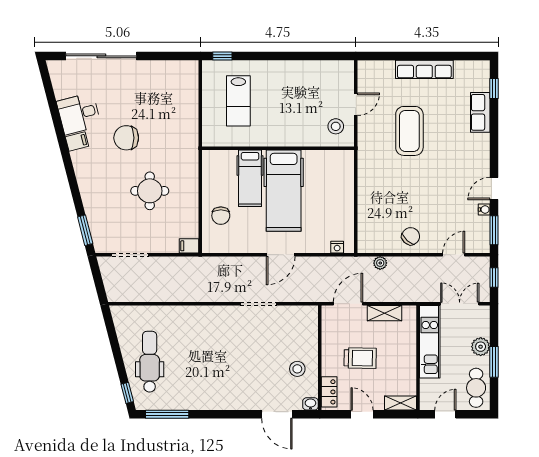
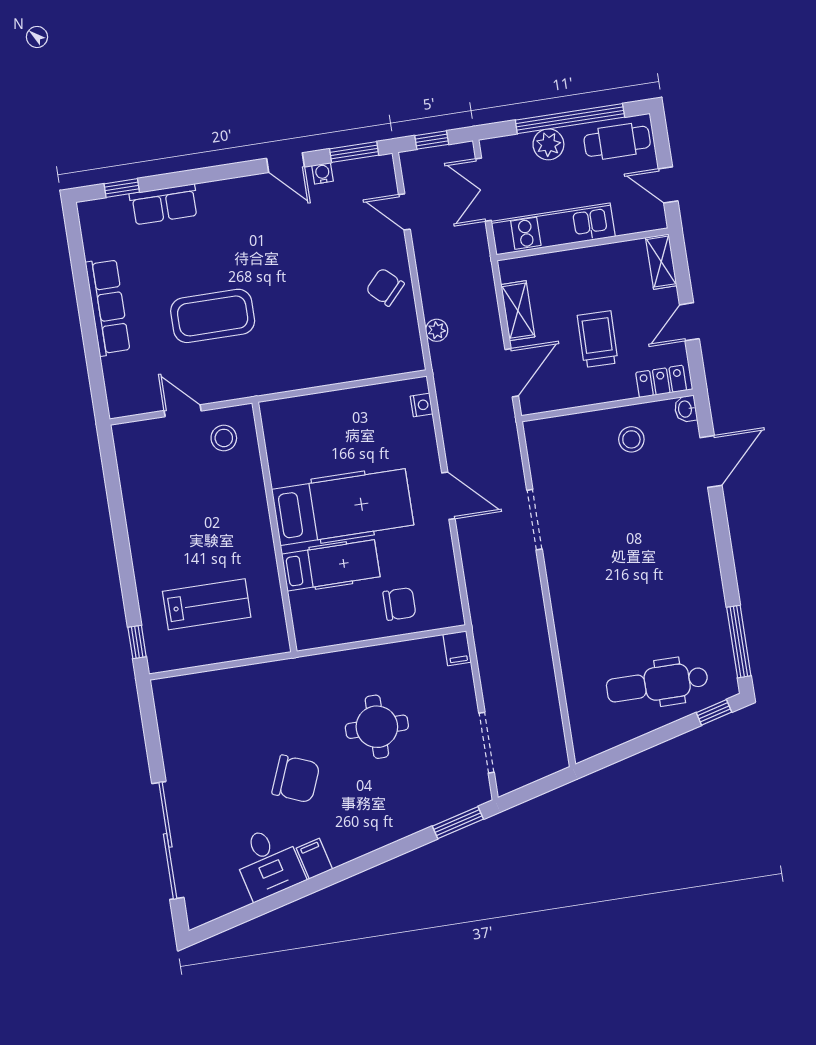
chair: (126, 138) -> (296, 779), turned -68
door: (348, 304) -> (512, 373), swing flipped
window: (494, 362) -> (570, 119), width x2.11

